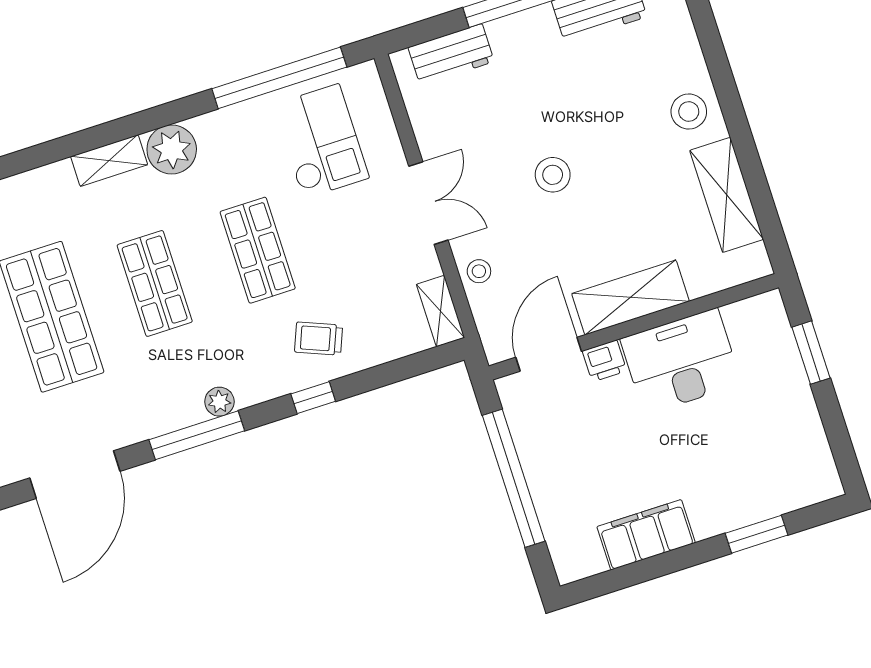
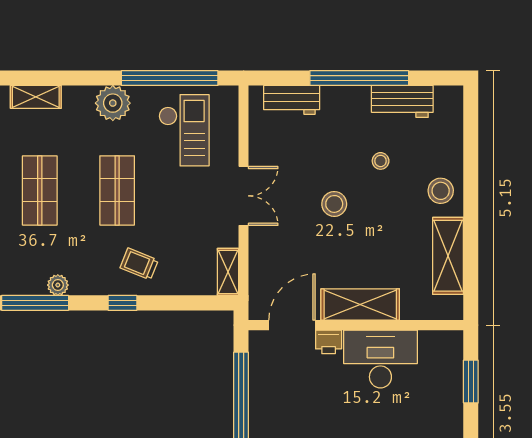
plant: (172, 149) -> (113, 103), moved
stool: (479, 271) -> (381, 161), moved

